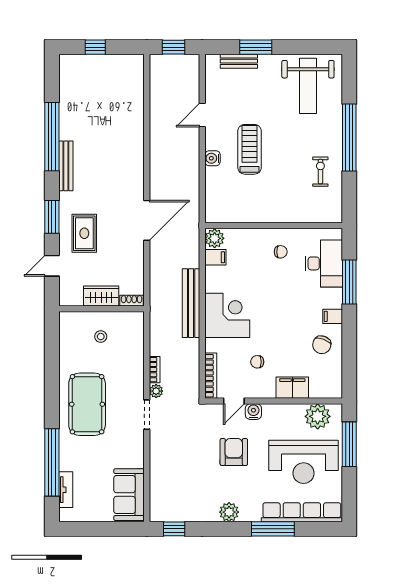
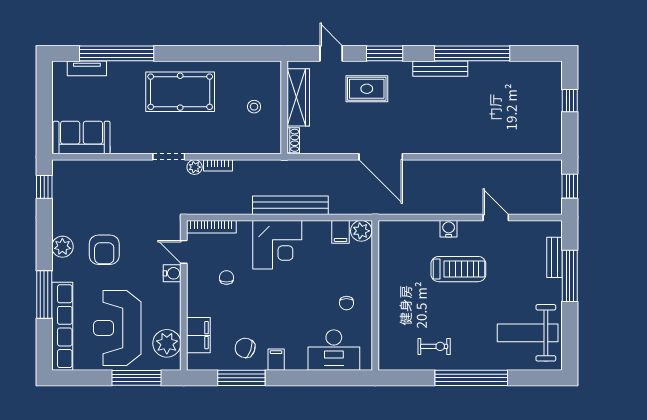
window: (256, 47) -> (570, 276), width x1.44
window: (349, 282) -> (241, 378), moved
wardrobe: (101, 296) -> (298, 97), width x1.50
filing cabinet: (292, 388) -> (198, 335), moved
armchair: (234, 452) -> (104, 250), moved, turned 90

